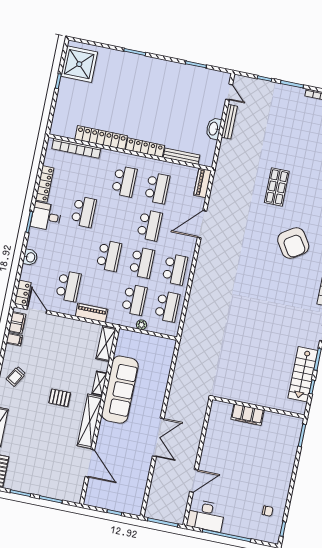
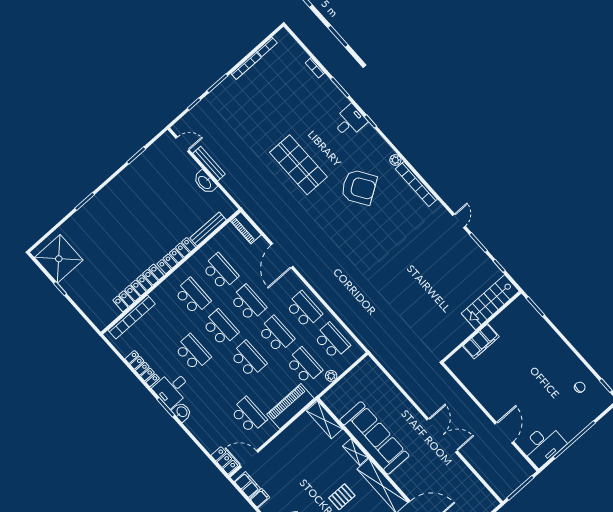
shop shelf: (277, 187) -> (298, 165), width x1.43, depth x1.36
school desk: (117, 219) -> (220, 328), added
washbasin: (30, 257) -> (182, 412), moved
piano: (92, 313) -> (290, 406), width x1.37, depth x1.33
stairs: (303, 374) -> (490, 302), moved, turned 90

